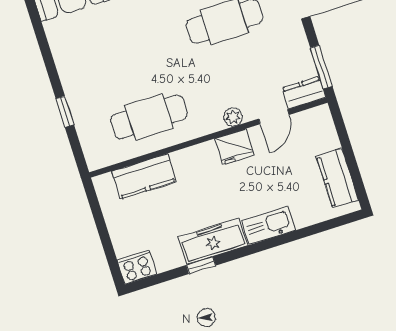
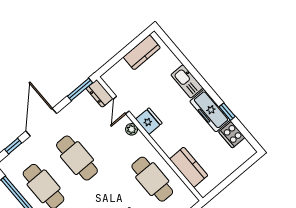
door: (274, 117) -> (121, 105), swing flipped
cooker: (137, 267) -> (232, 135), moved

